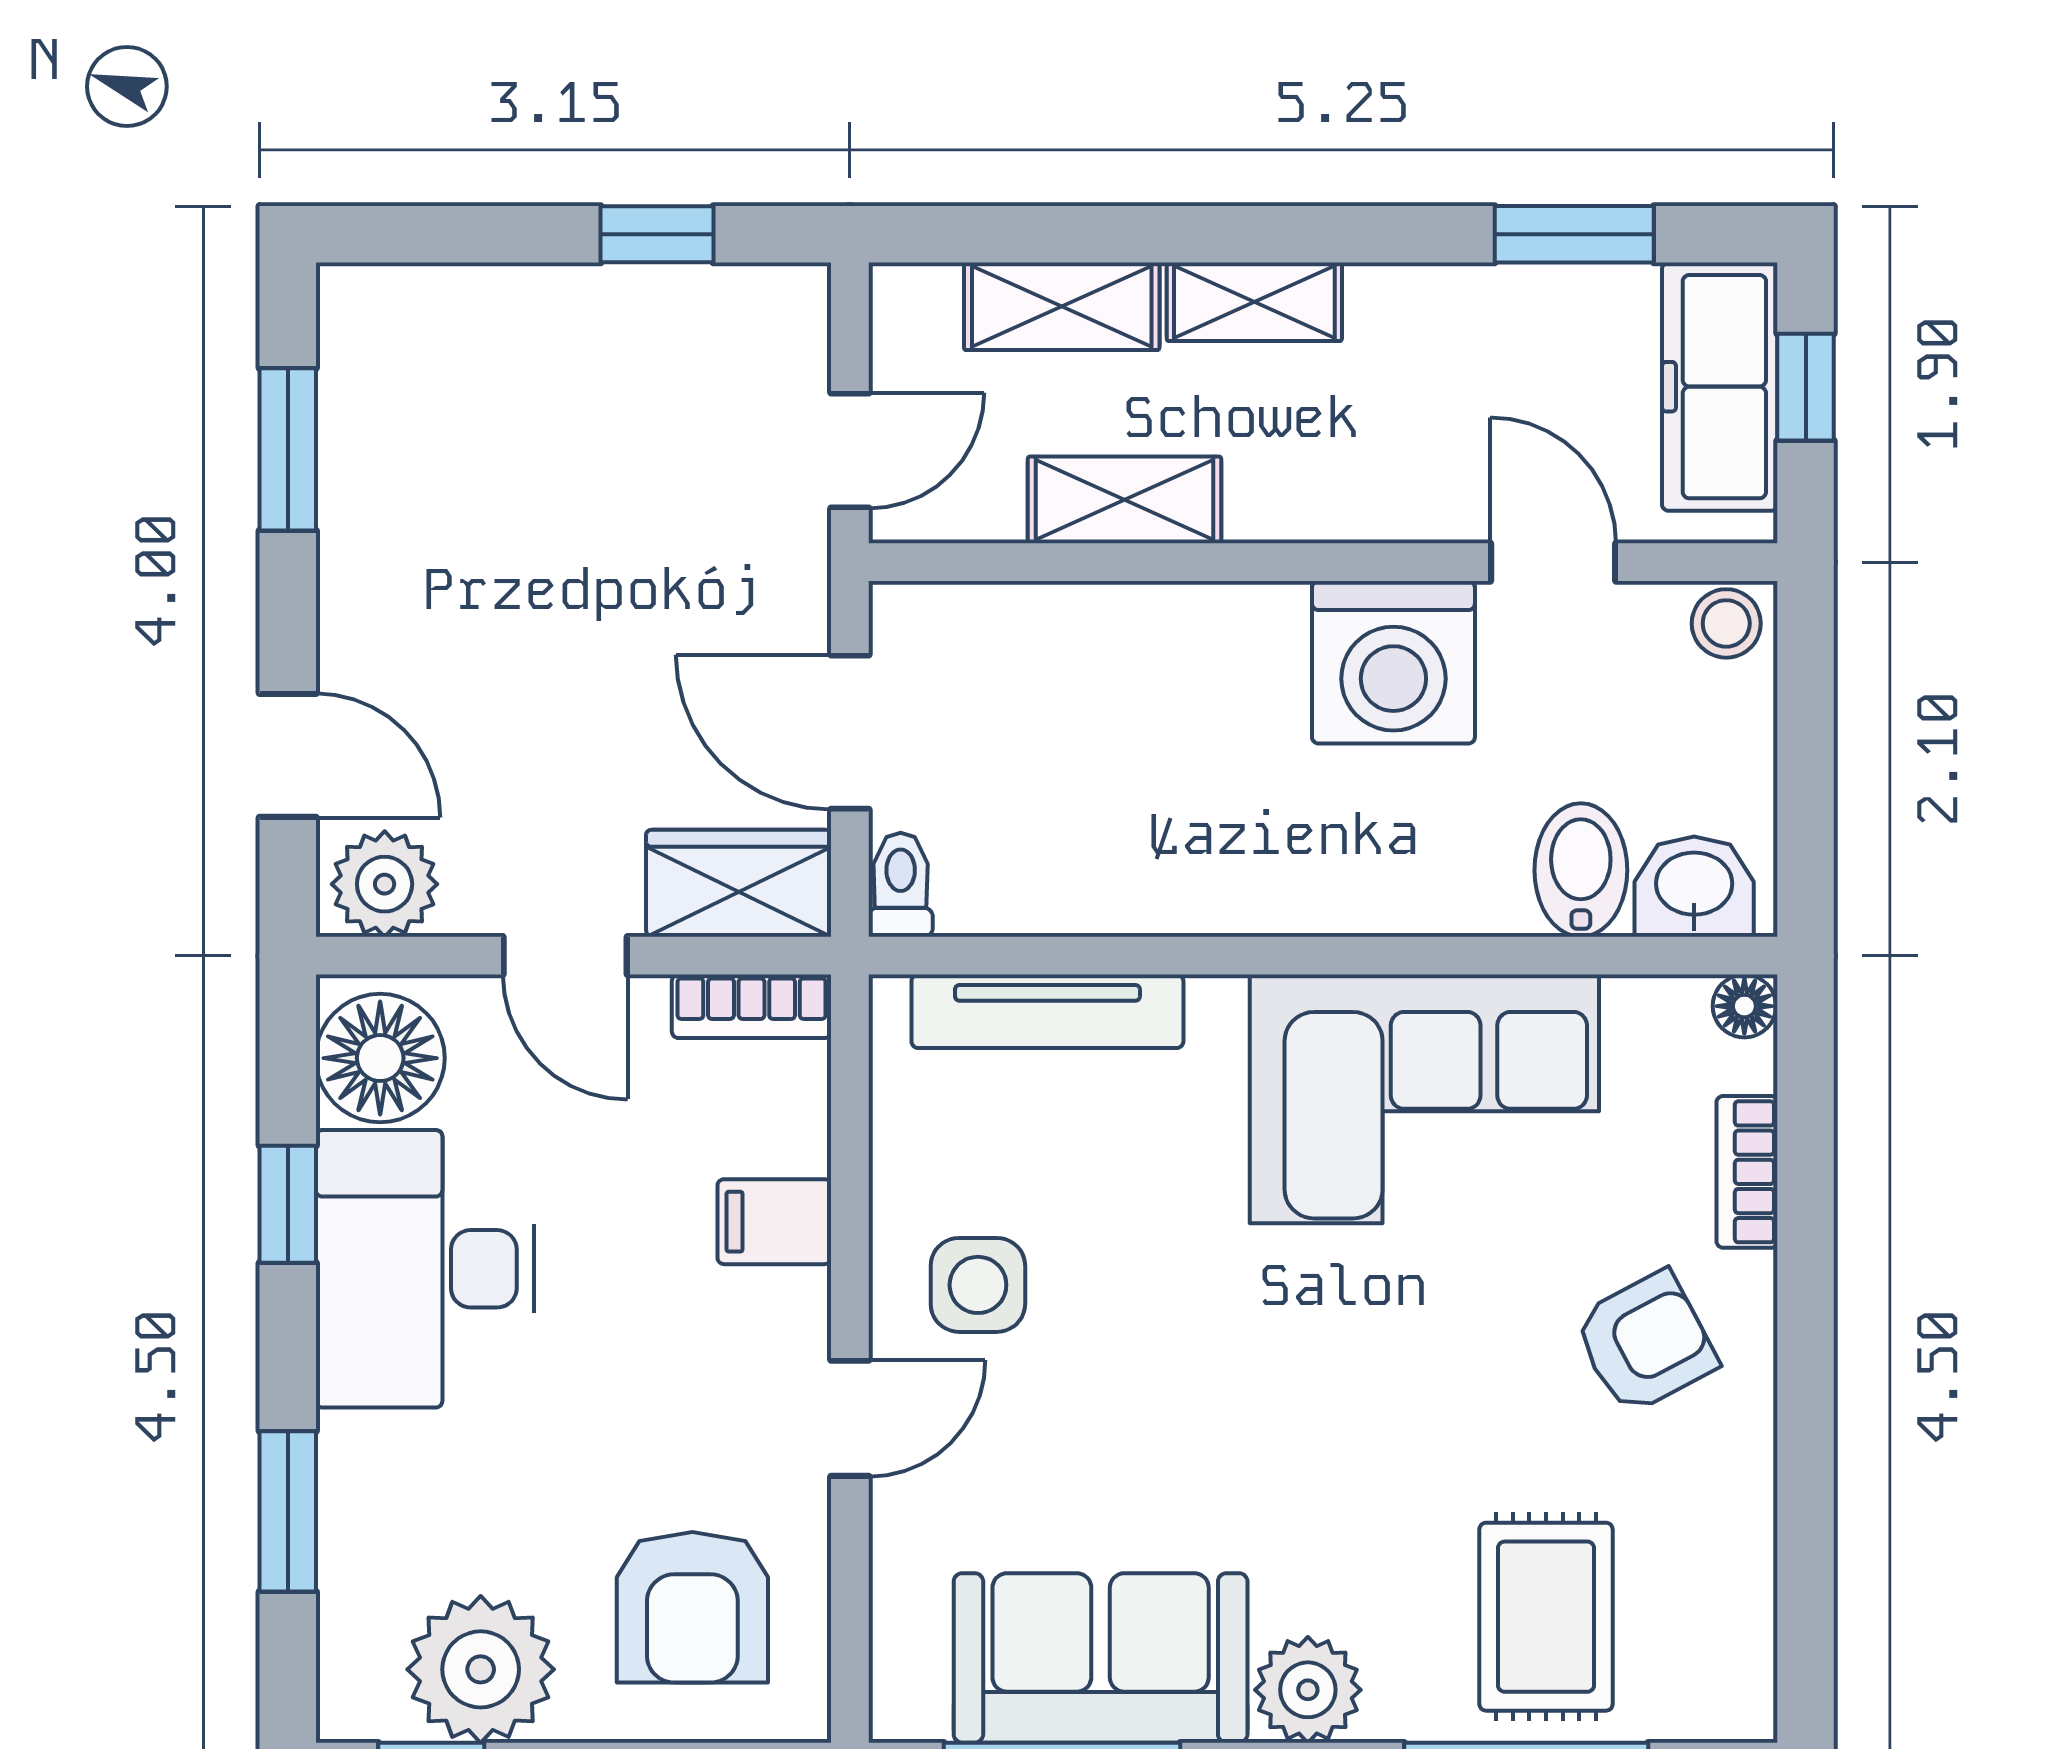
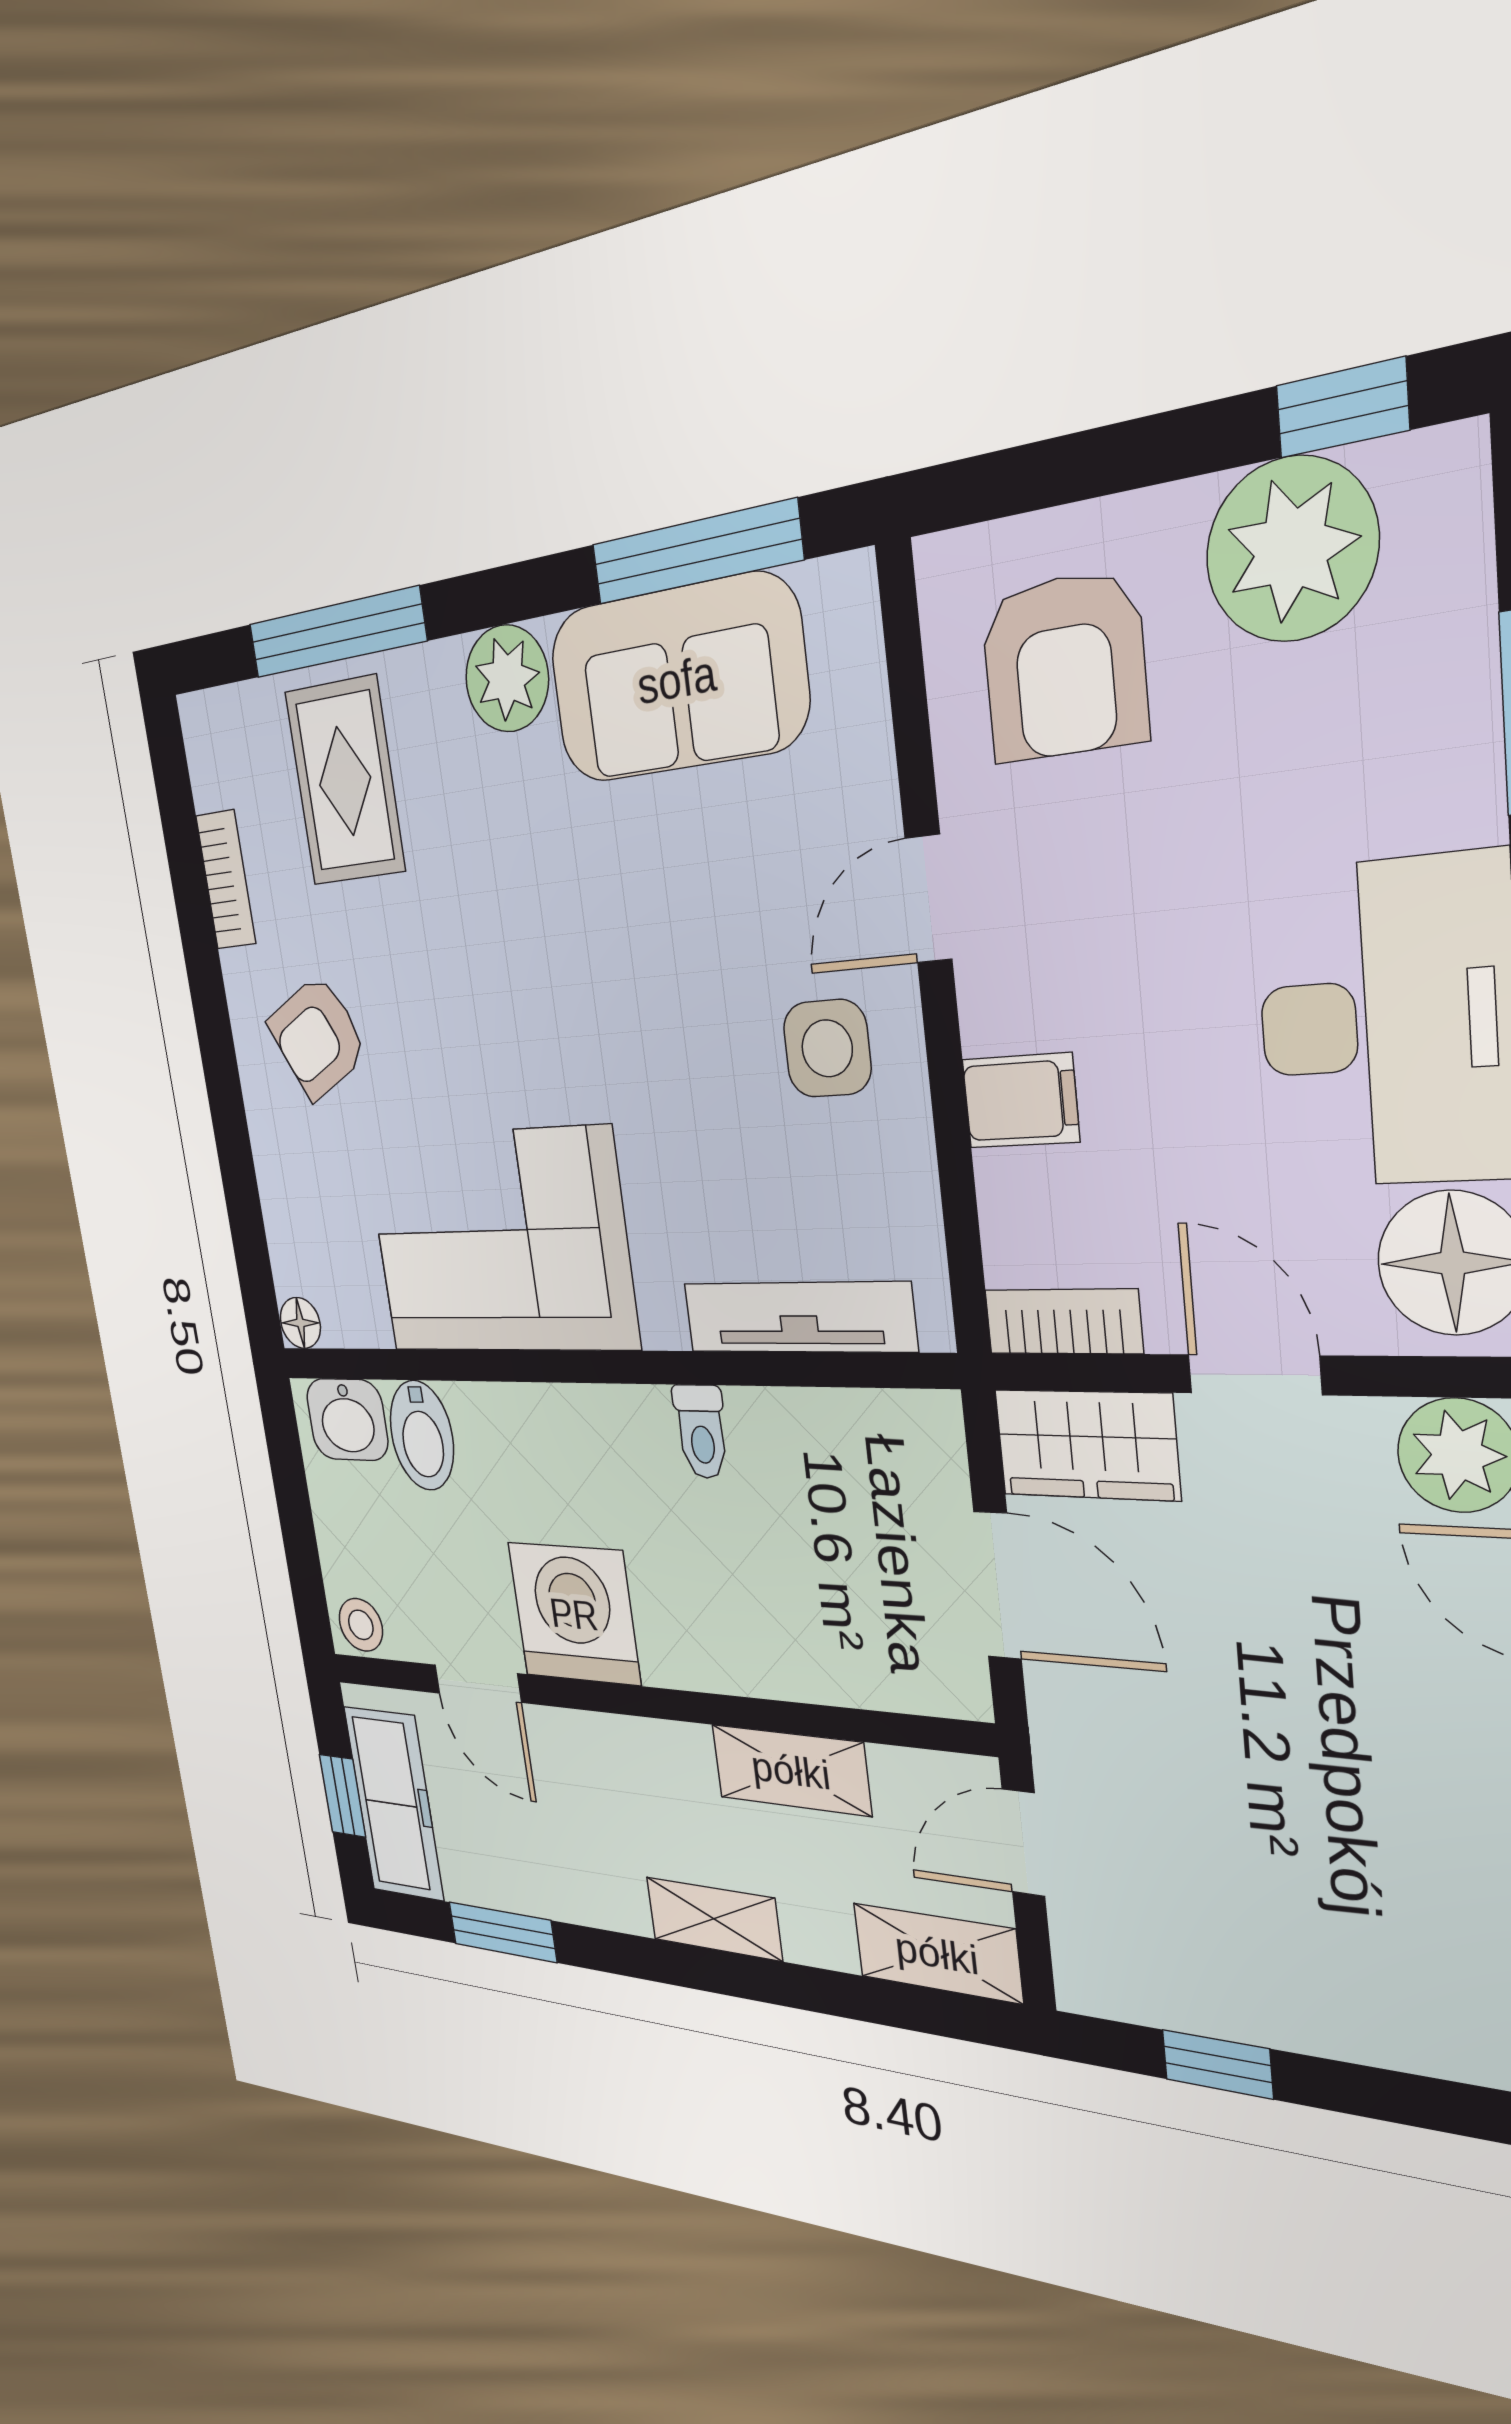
shelving: (1062, 306) -> (937, 1953), moved
toilet: (901, 885) -> (701, 1432), moved
bookcase: (1747, 1172) -> (226, 880), moved
armchair: (692, 1607) -> (1064, 666), turned 180

